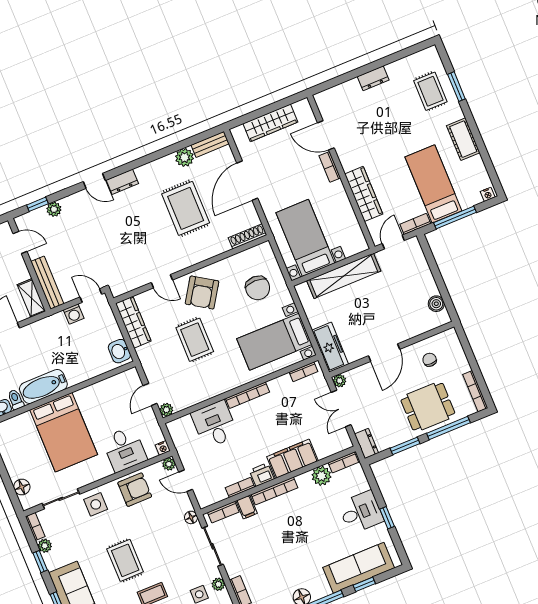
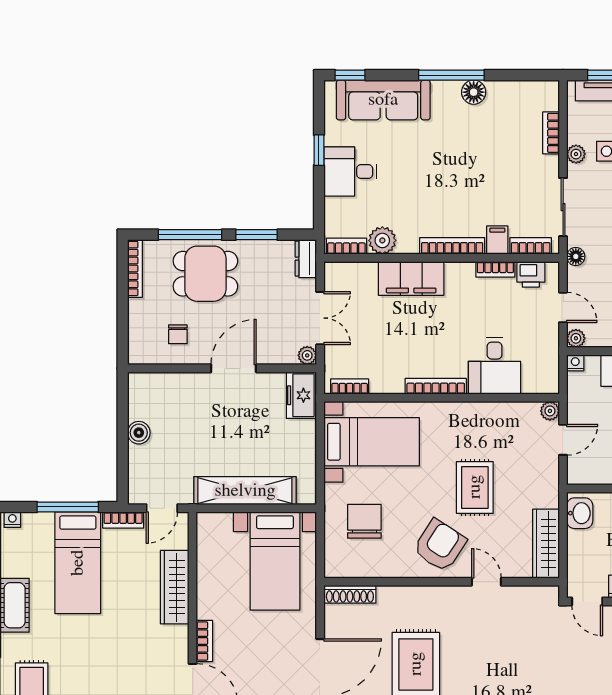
boiler: (436, 304) -> (139, 433), moved
freezer: (330, 347) -> (301, 395), width x0.71
printer: (262, 475) -> (531, 274), moved
window: (364, 584) -> (350, 75), moved

